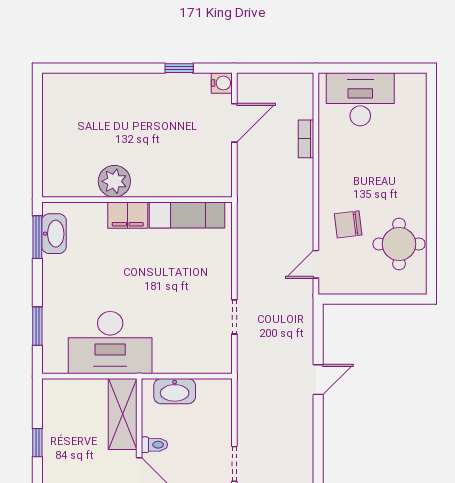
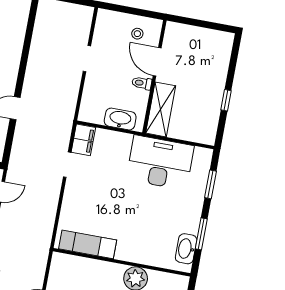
filing cabinet: (128, 215) -> (83, 140), moved, turned 90
window: (37, 237) -> (201, 234), moved

